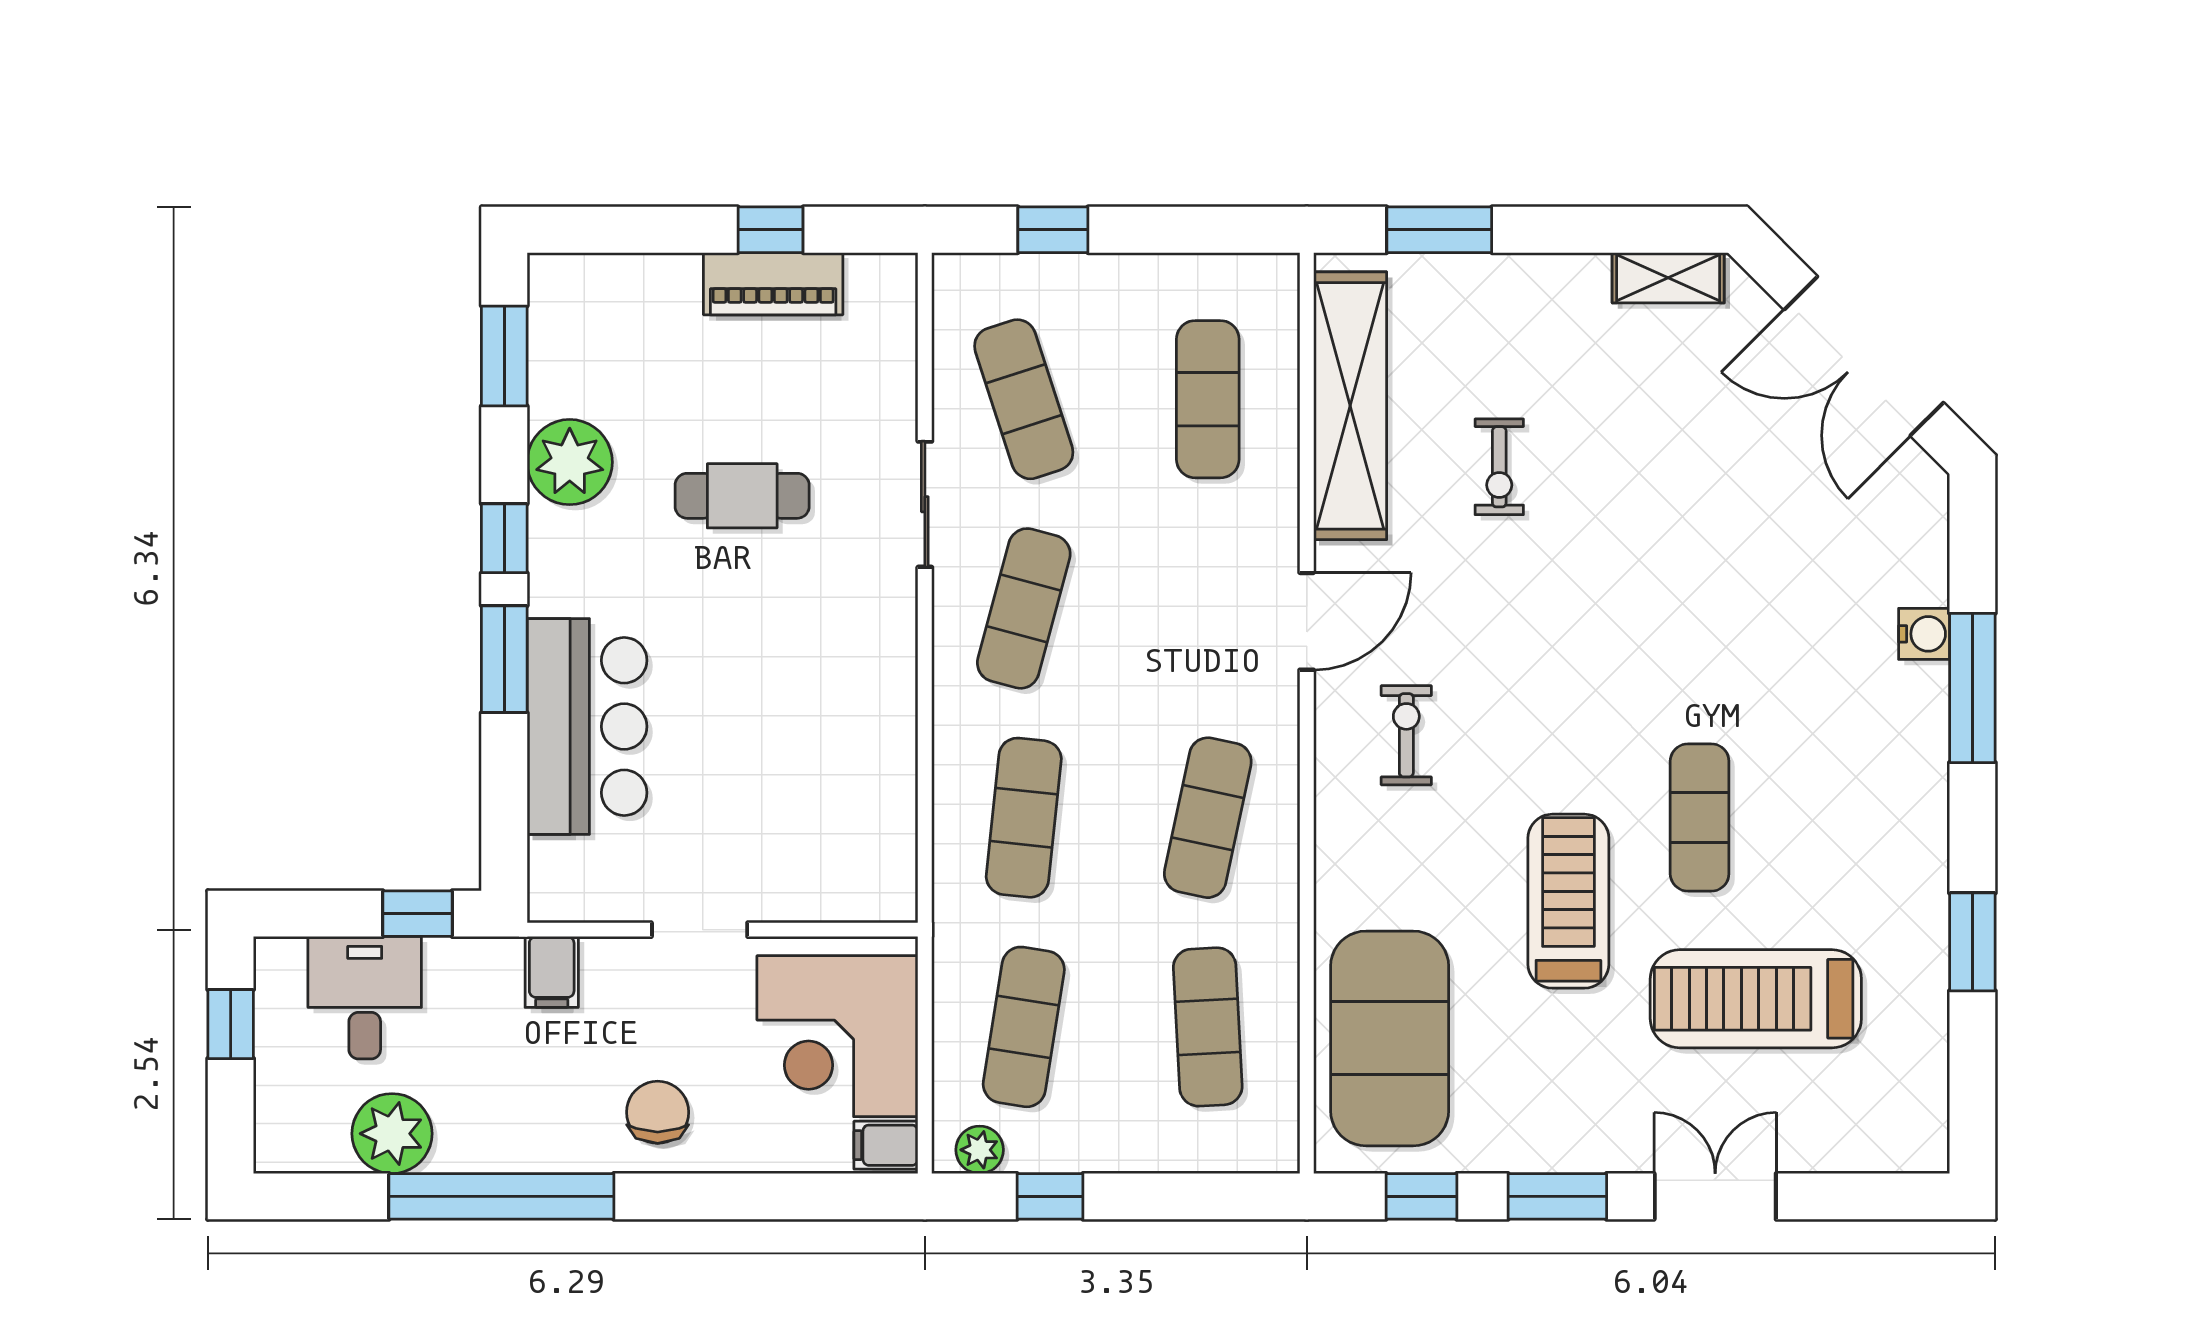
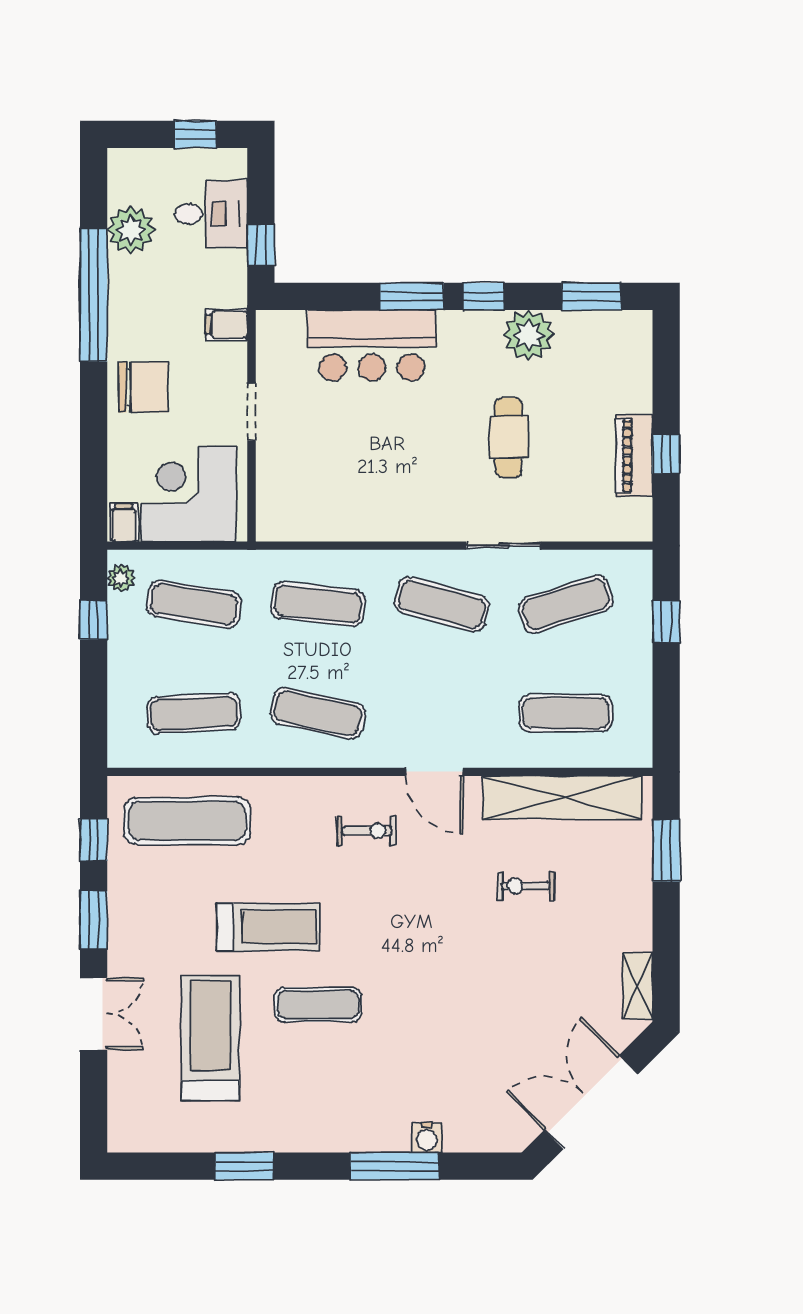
exercise mat: (1390, 1038) -> (187, 821), width x0.68
chair: (658, 1112) -> (143, 387), width x1.37, depth x1.37

